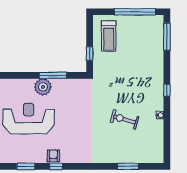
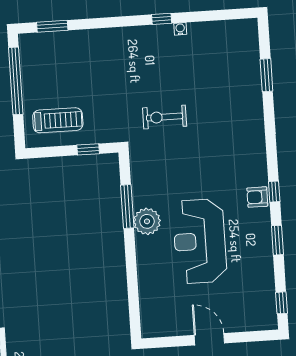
window: (167, 37) -> (52, 26), width x0.69
window: (167, 90) -> (162, 19), moved
exercise bike: (125, 119) -> (165, 117), moved, turned 74

